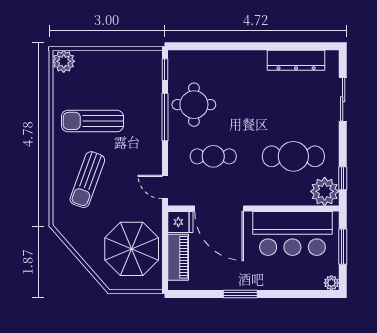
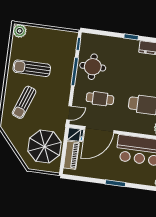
window: (251, 46) -> (131, 37), added
door: (165, 187) -> (69, 113), swing flipped
door: (219, 209) -> (99, 130), hinge flipped
window: (240, 294) -> (115, 183), moved

